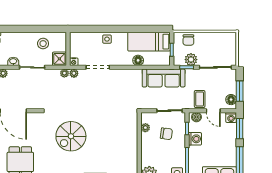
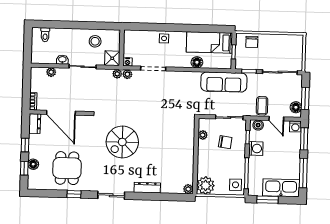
plant: (191, 60) -> (254, 63), removed

